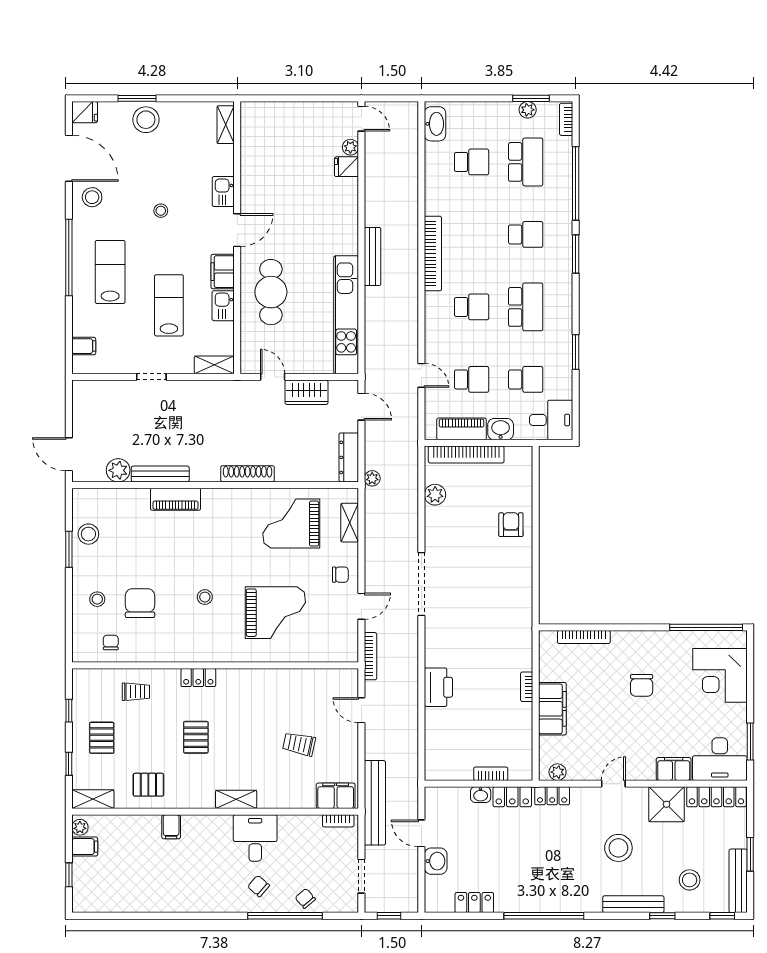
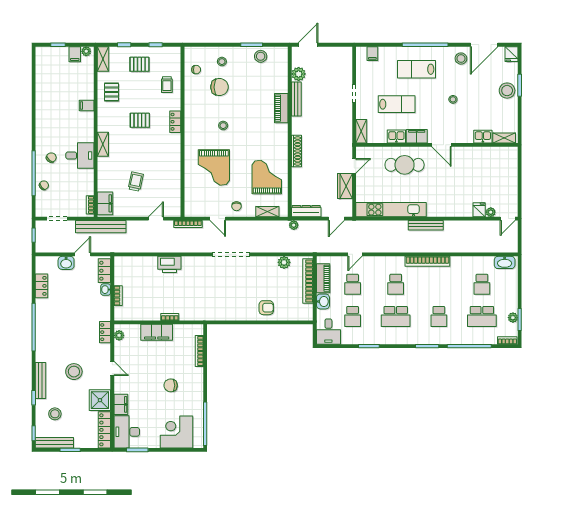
kitchen sink: (223, 192) -> (483, 137), moved
lab bench: (110, 272) -> (416, 69), turned 180
locker: (512, 797) -> (104, 271), moved

